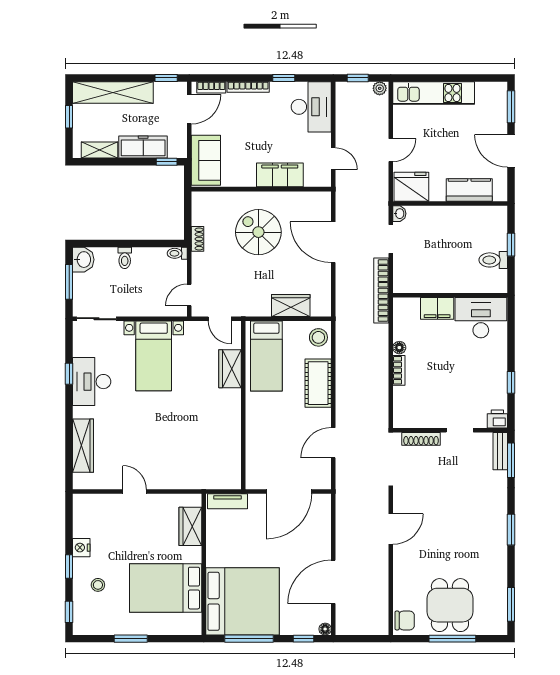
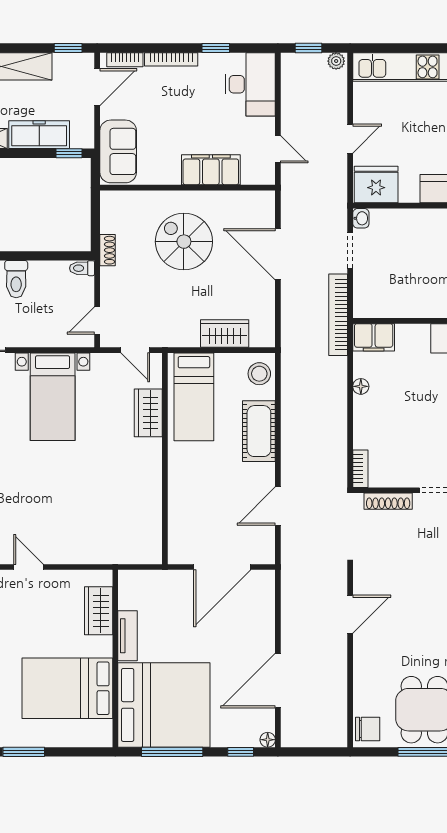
toilet: (125, 258) -> (16, 279), width x1.37, depth x1.39
filing cabinet: (437, 308) -> (374, 337), moved
bookcase: (399, 370) -> (360, 469), moved
tv unit: (227, 501) -> (128, 636), moved, turned -90

